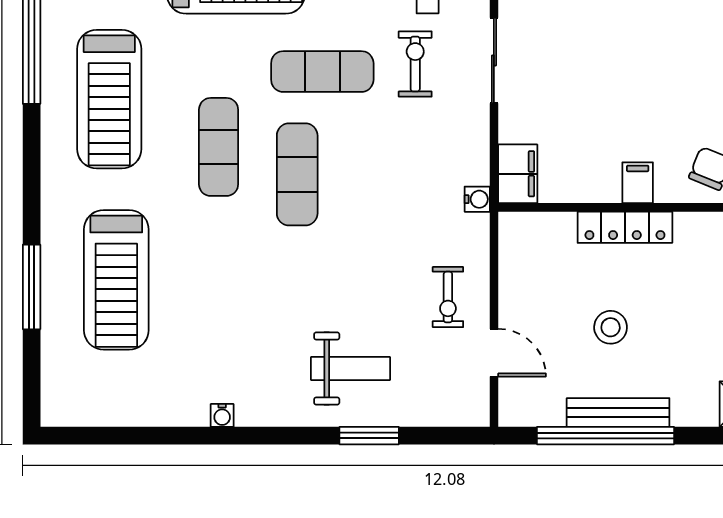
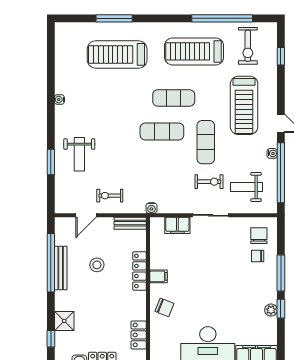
filing cabinet: (518, 174) -> (177, 225), moved
bench: (513, 249) -> (130, 223), added

